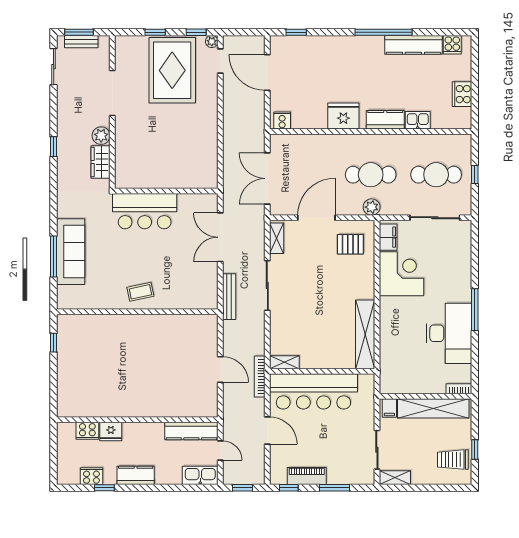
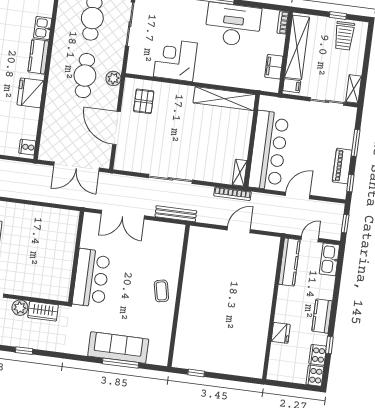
filing cabinet: (388, 237) -> (274, 67), moved, turned -90
shelving: (277, 238) -> (130, 165), removed
bookcase: (260, 377) -> (232, 194), moved
cooker: (87, 431) -> (315, 376), moved, turned 180

